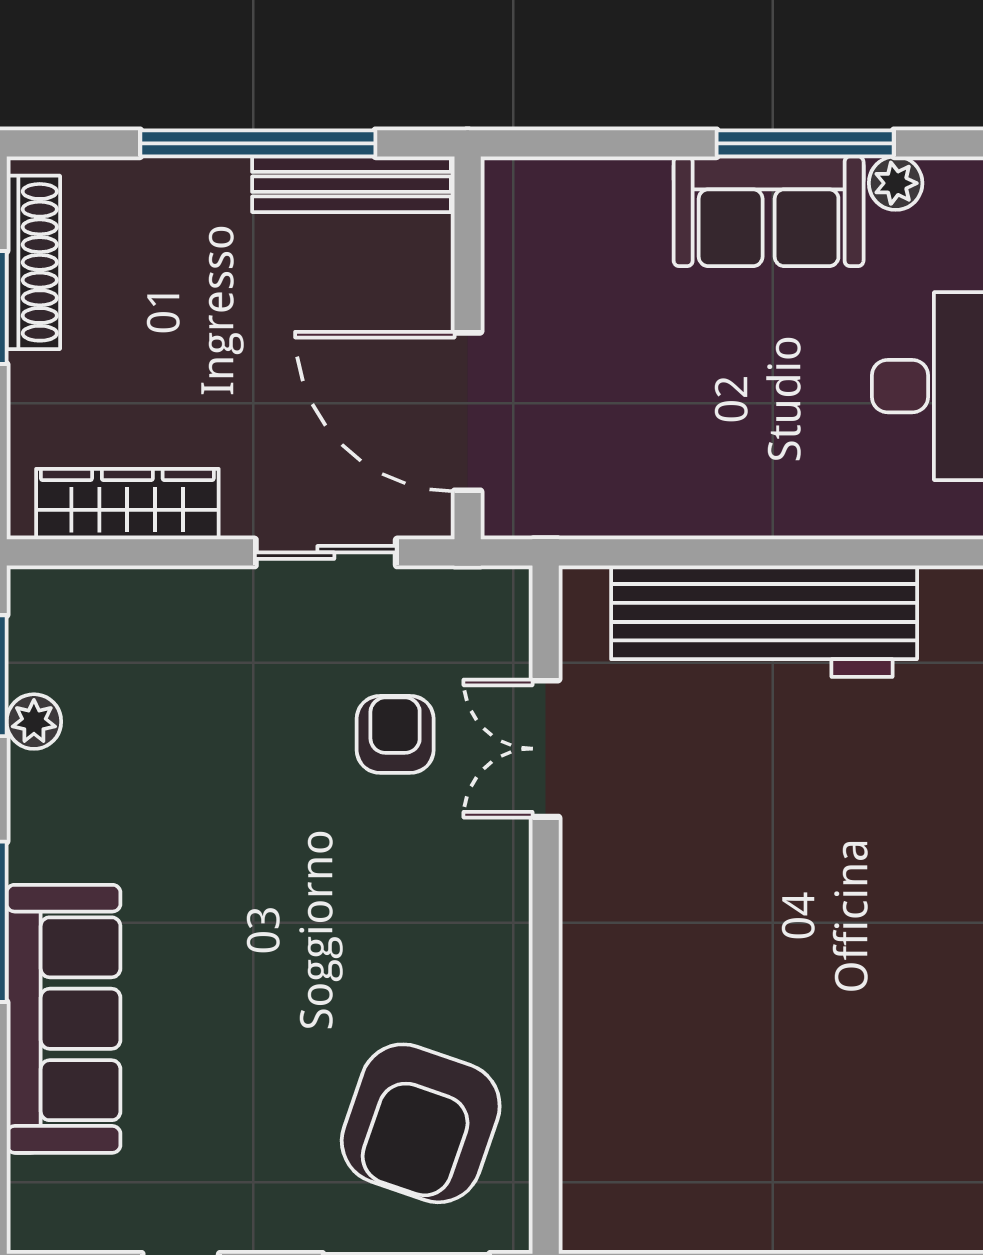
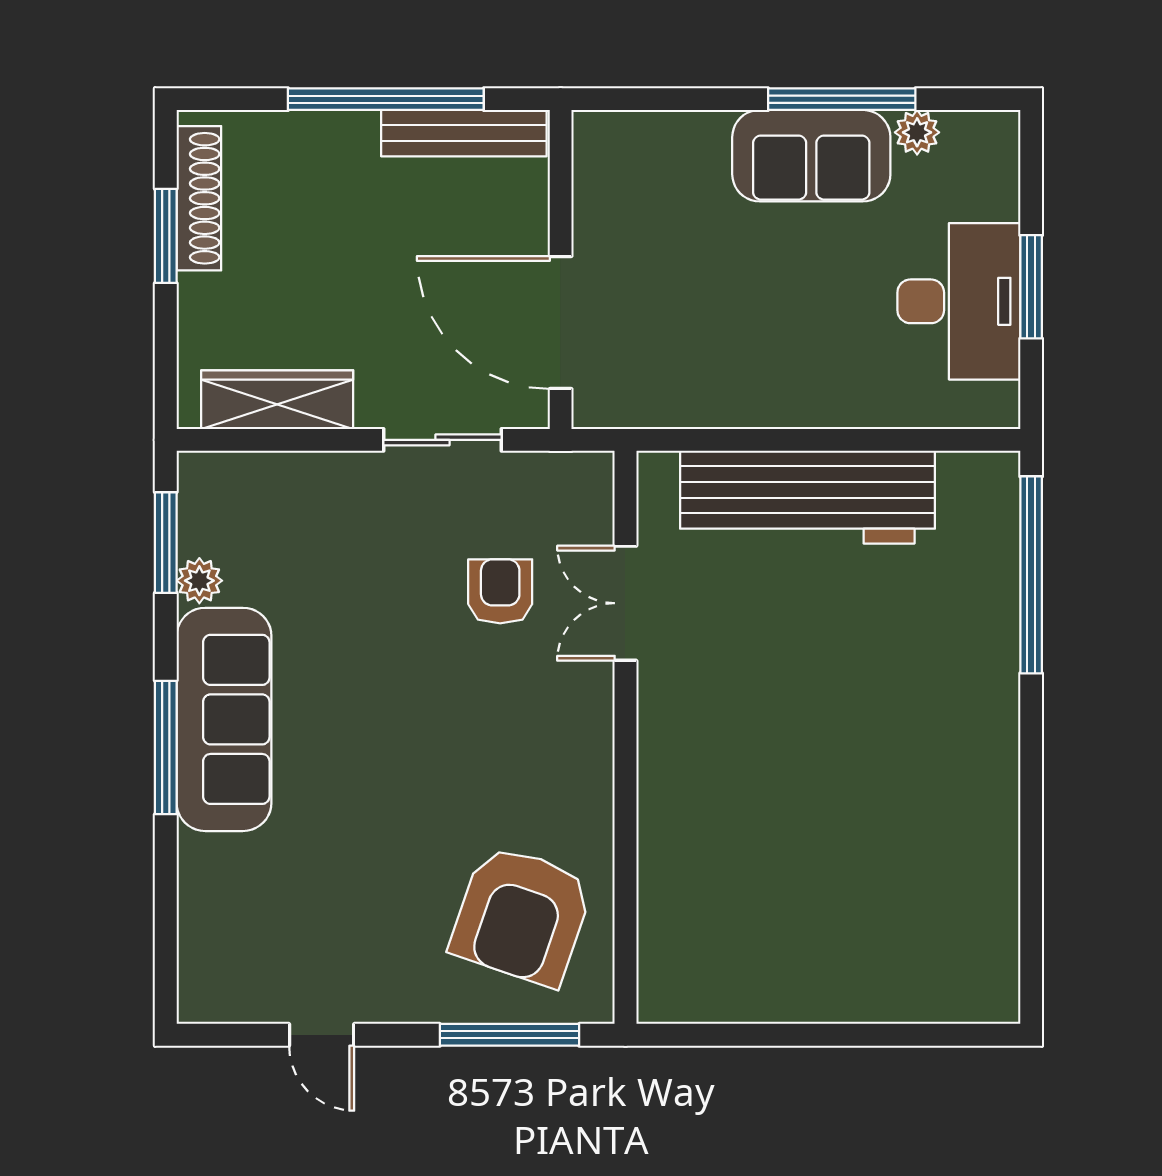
sofa: (63, 1019) -> (224, 719), moved

